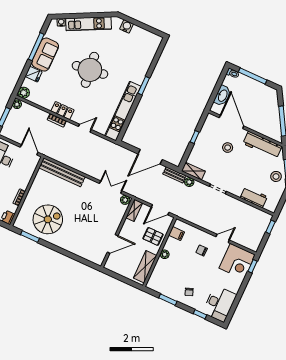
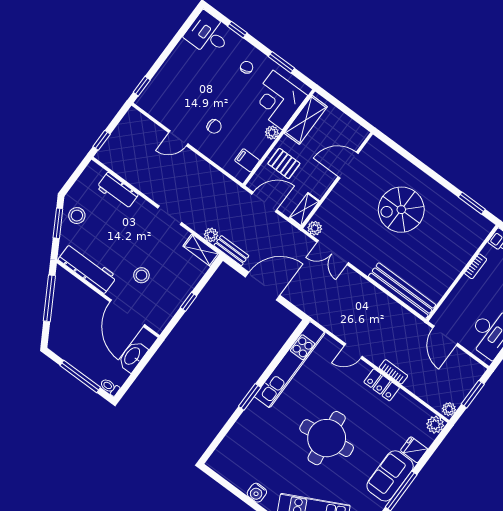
spiral stairs: (48, 219) -> (401, 210), moved
corner desk: (237, 261) -> (278, 100), moved, turned -90
desk: (219, 304) -> (208, 34), width x0.73

